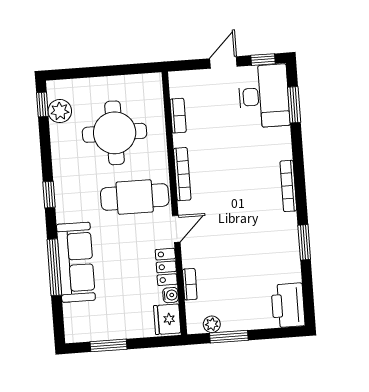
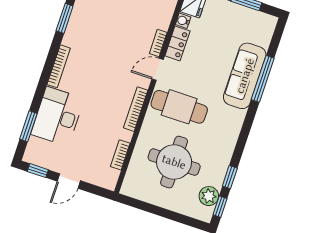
desk: (264, 96) -> (57, 116), moved
window: (49, 195) -> (230, 177), moved
bookcase: (190, 284) -> (158, 43), moved

